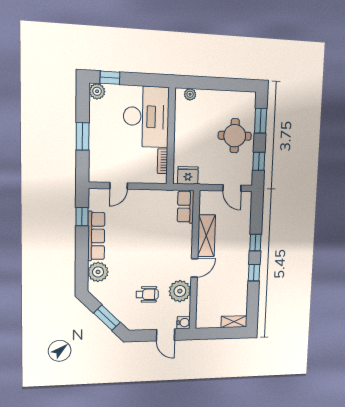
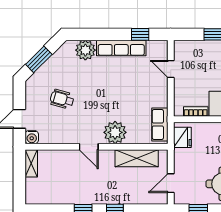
row of seats: (186, 207) -> (160, 125), moved, turned -90
shelving: (206, 236) -> (137, 158), moved
plant: (180, 291) -> (115, 132), moved
wheelchair: (147, 294) -> (62, 99), turned 106
shelving: (234, 322) -> (31, 163), moved

